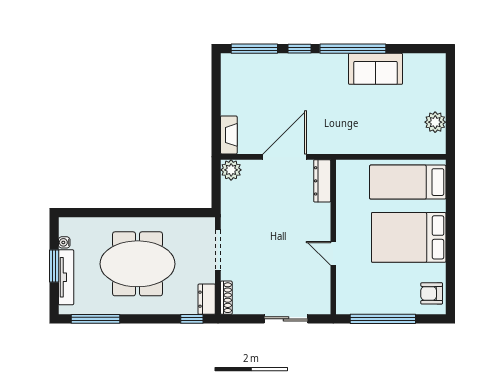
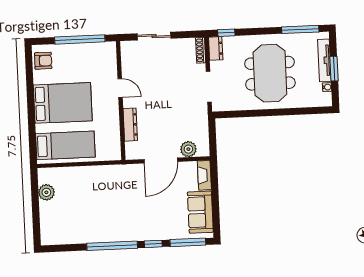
sofa: (376, 69) -> (200, 212), moved, turned -90
plant: (231, 170) -> (188, 149), moved
dresser: (322, 181) -> (130, 125), moved
meeting table: (138, 264) -> (270, 73), turned 90

